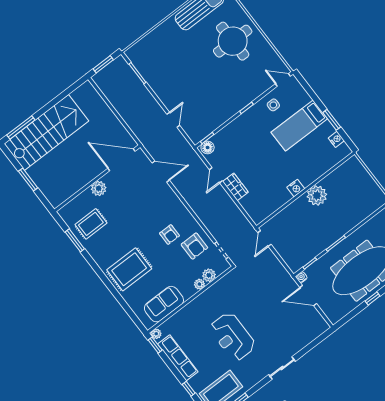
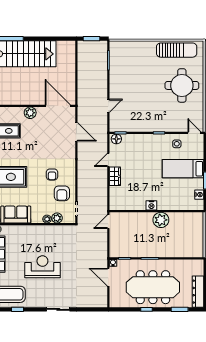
reception desk: (232, 337) -> (42, 267), turned 90

